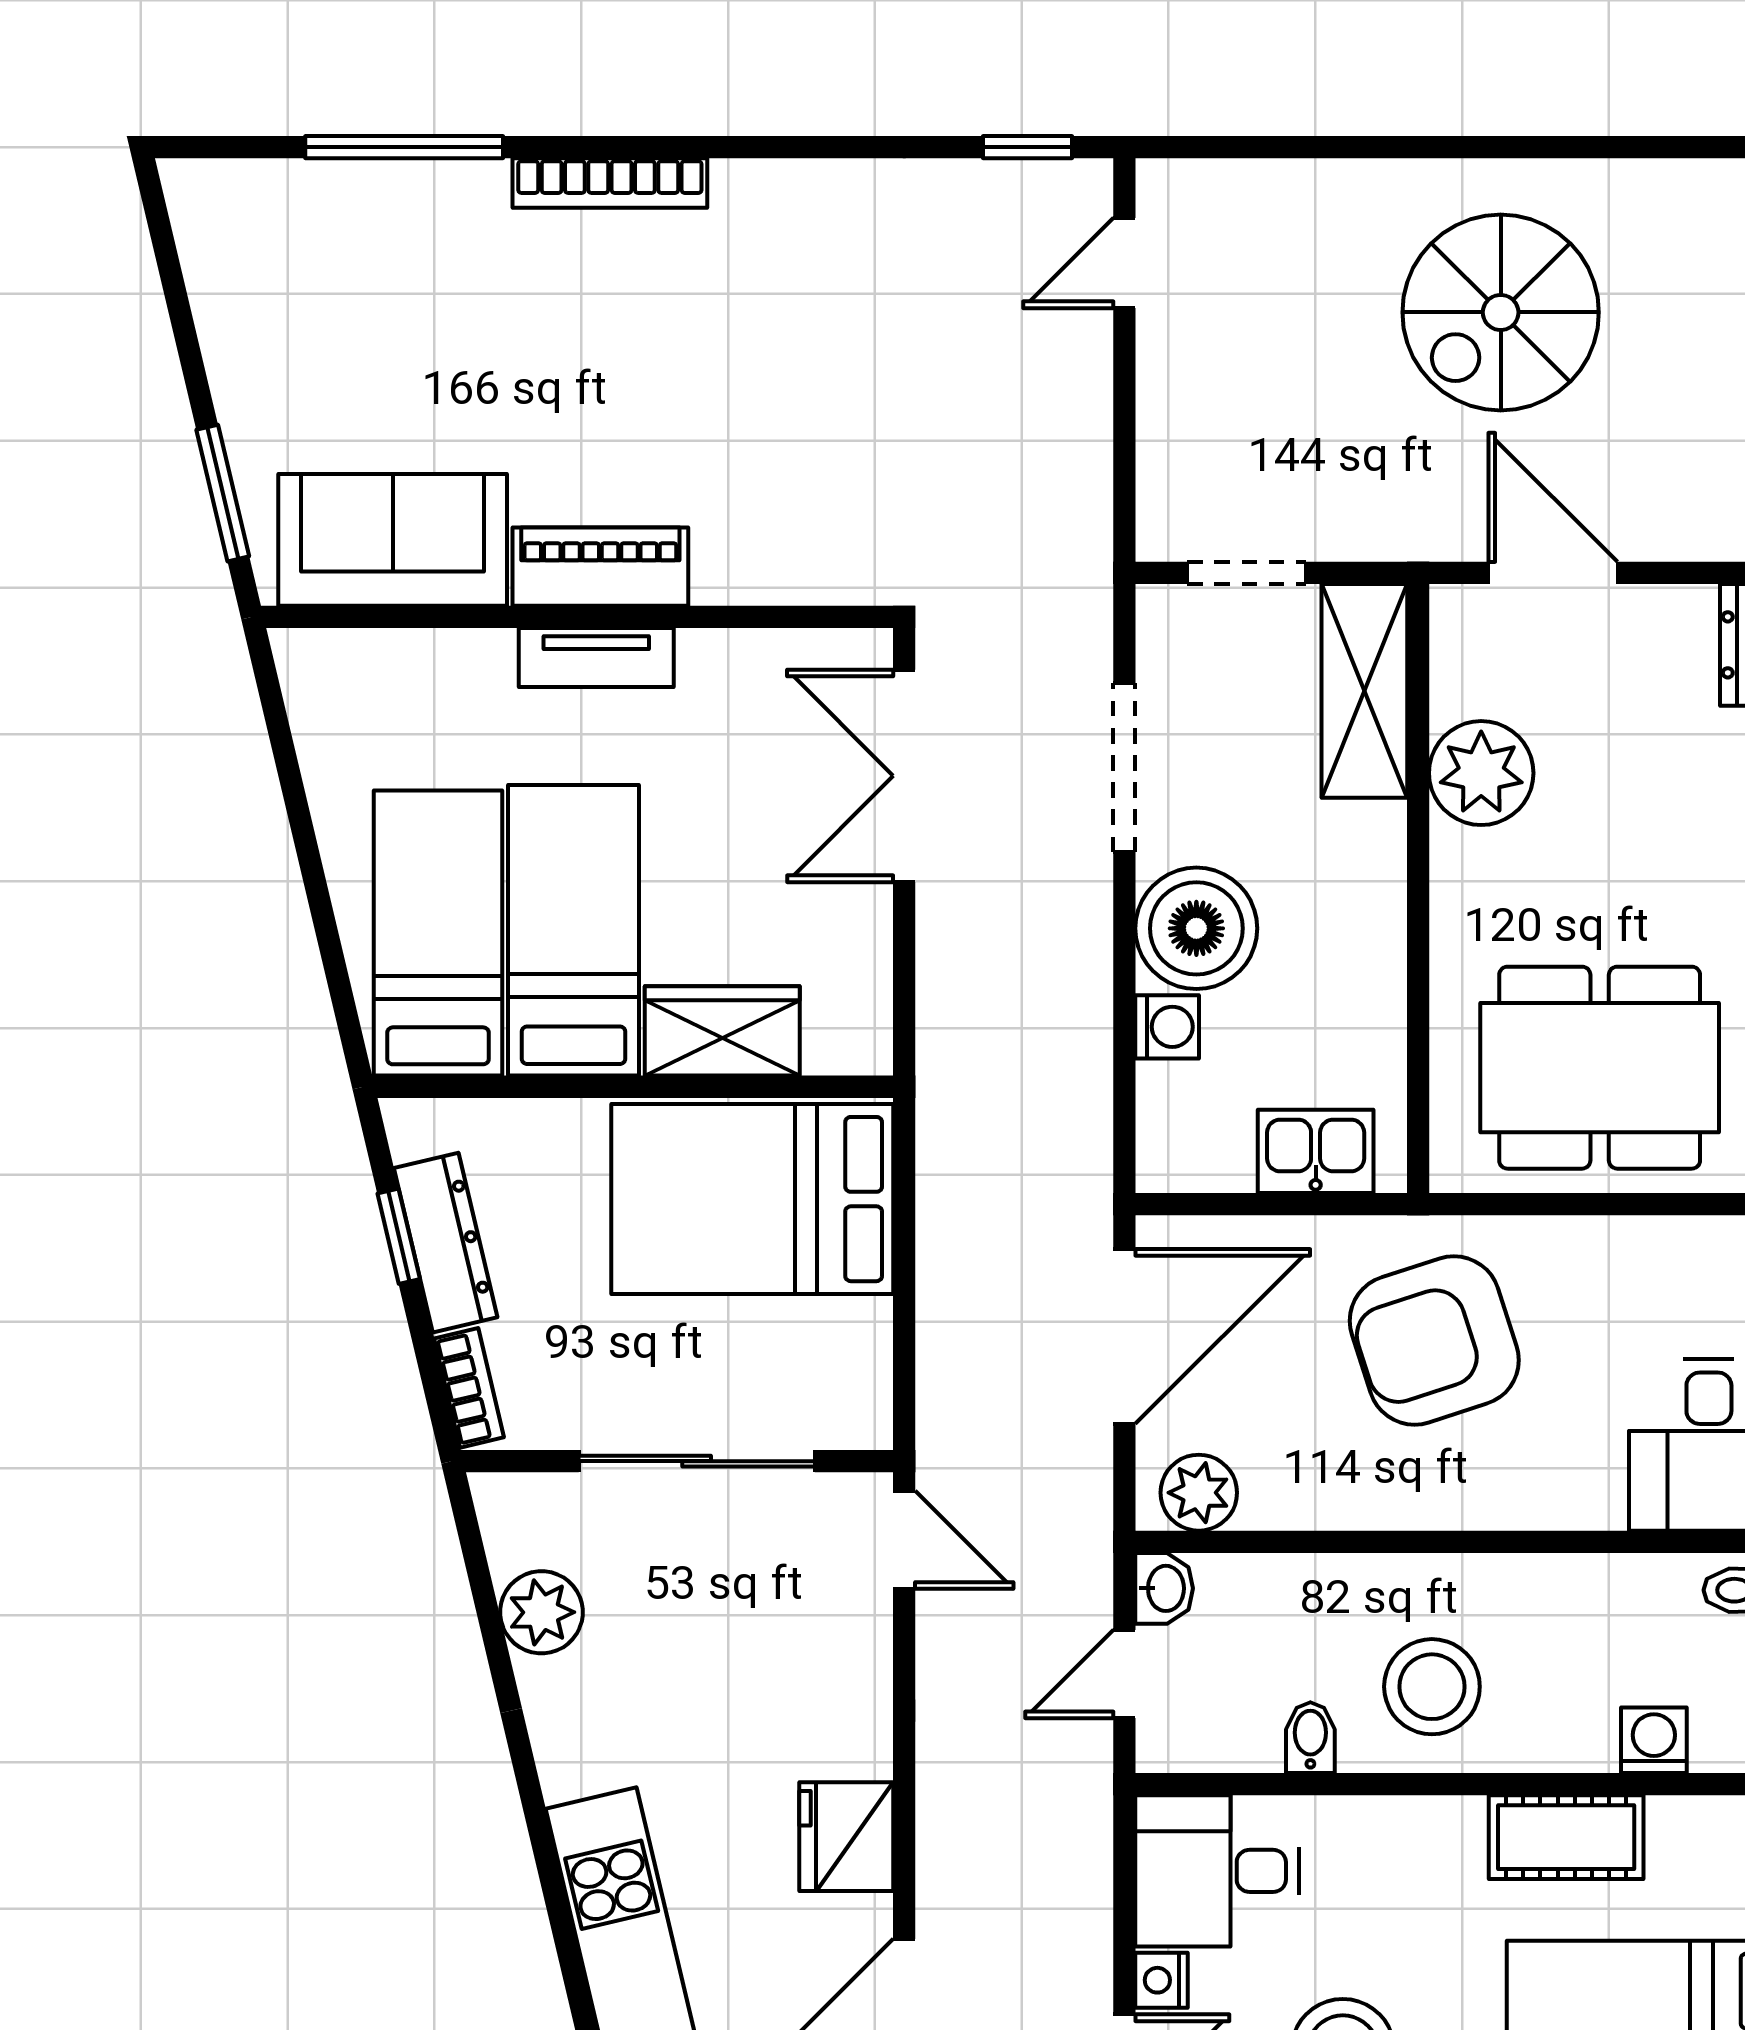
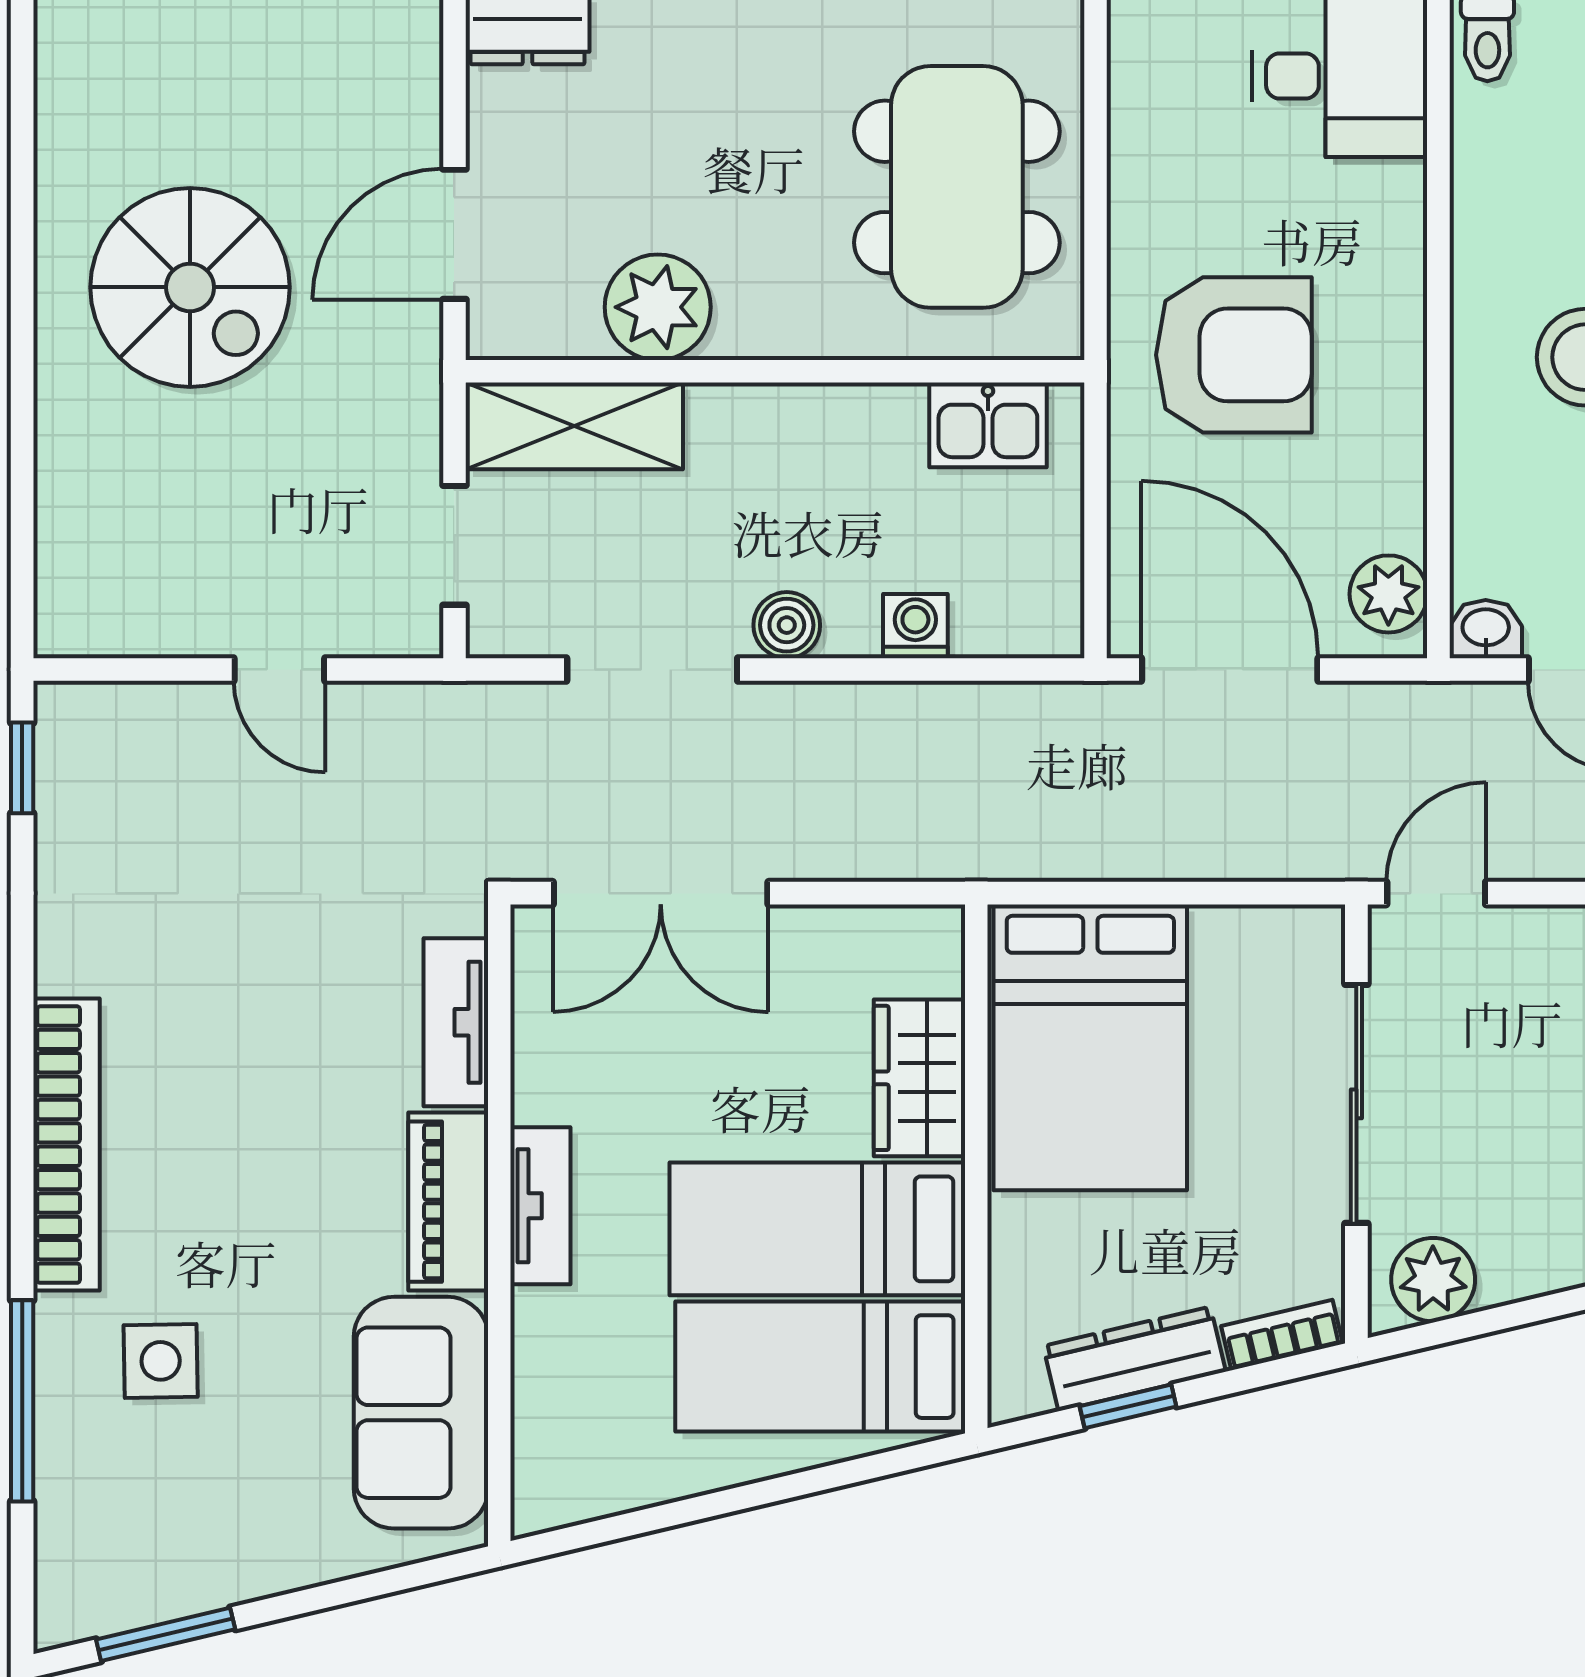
bookcase: (610, 183) -> (67, 1145), width x1.48, depth x1.31
door: (1124, 263) -> (279, 669), moved
side table: (443, 284) -> (161, 1361), added
window: (223, 493) -> (166, 1634), moved
tv unit: (777, 574) -> (456, 1022), added
boiler: (1196, 928) -> (787, 625), width x0.54, depth x0.54
kitchen sink: (1316, 1151) -> (988, 425), moved, turned -90
armchair: (1434, 1340) -> (1234, 355), turned -72
plant: (541, 1612) -> (1433, 1280), moved

